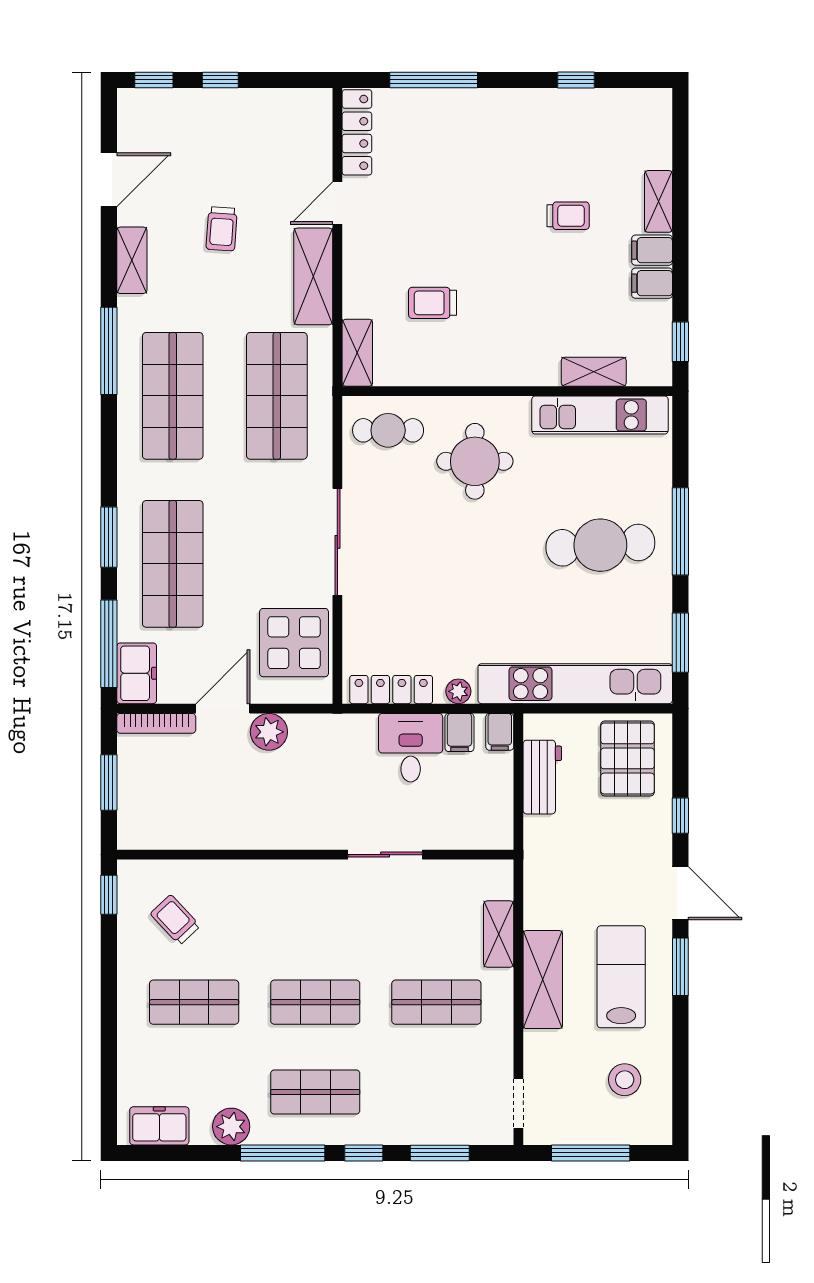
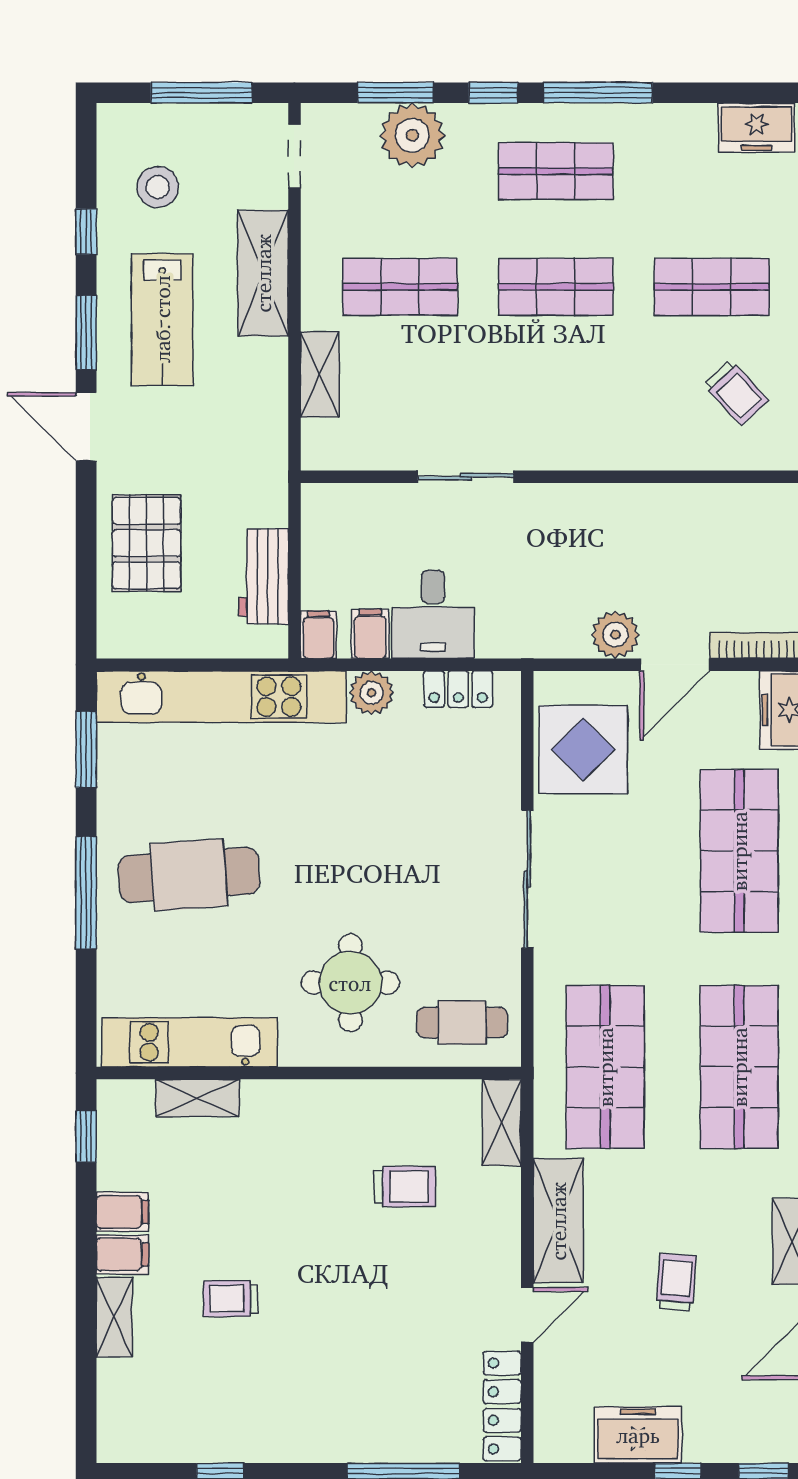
freezer: (251, 110) -> (638, 1435), added
locker: (391, 690) -> (458, 689), width x0.66
plant: (458, 691) -> (372, 693), width x1.38, depth x1.38
pallet: (628, 758) -> (146, 543), moved
window: (680, 816) -> (86, 232), moved
shelving: (543, 980) -> (263, 273), moved
plant: (231, 1127) -> (412, 135), moved, width x1.36, depth x1.36

